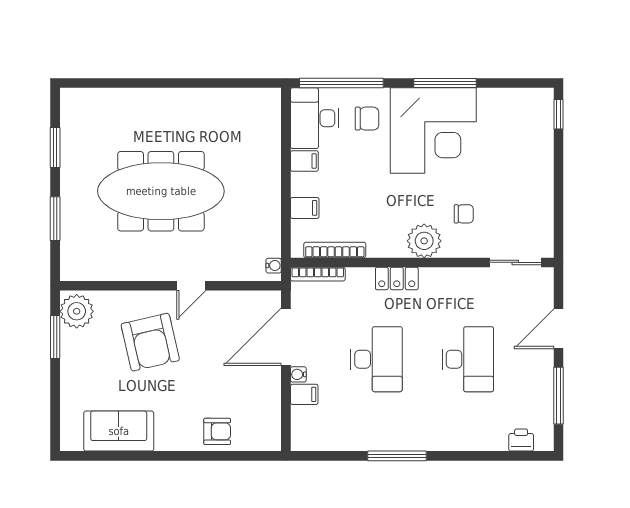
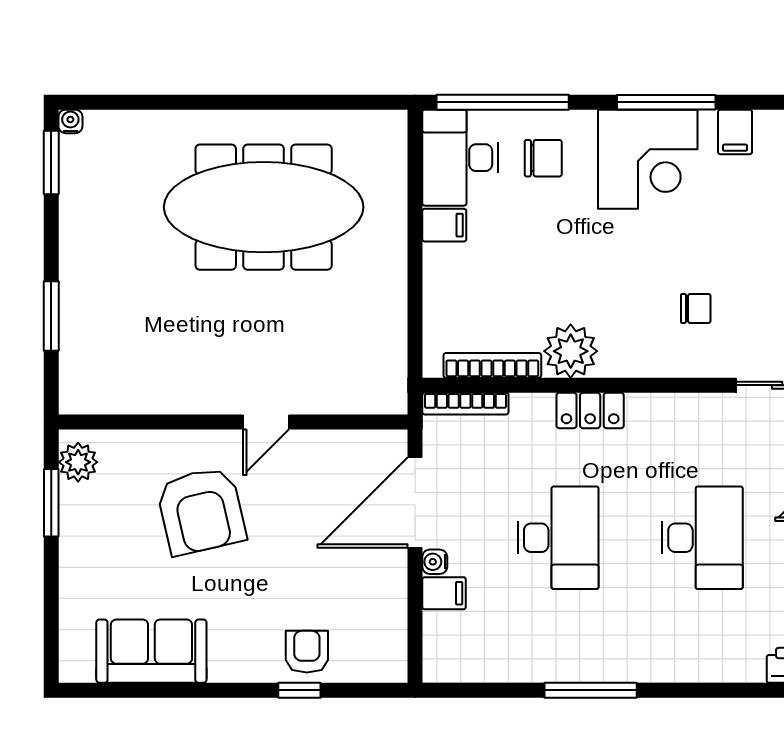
corner desk: (433, 131) -> (648, 159), width x0.74, depth x0.74
window: (55, 147) -> (51, 162), moved
meeting table: (161, 191) -> (264, 207), moved
filing cabinet: (305, 208) -> (735, 132), moved, turned 90
plant: (424, 241) -> (571, 351), moved
water cooler: (274, 266) -> (70, 121), moved, turned -90
plant: (77, 311) -> (78, 462), width x0.73, depth x0.73
armchair: (217, 431) -> (307, 652), turned -90
window: (212, 456) -> (299, 690), added

